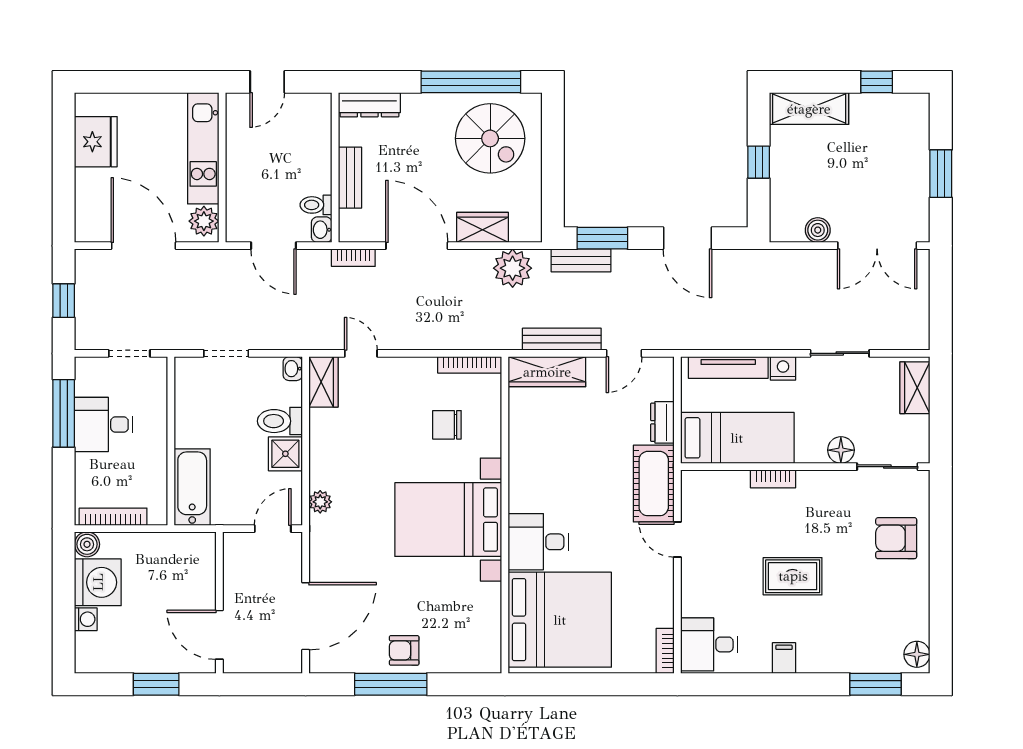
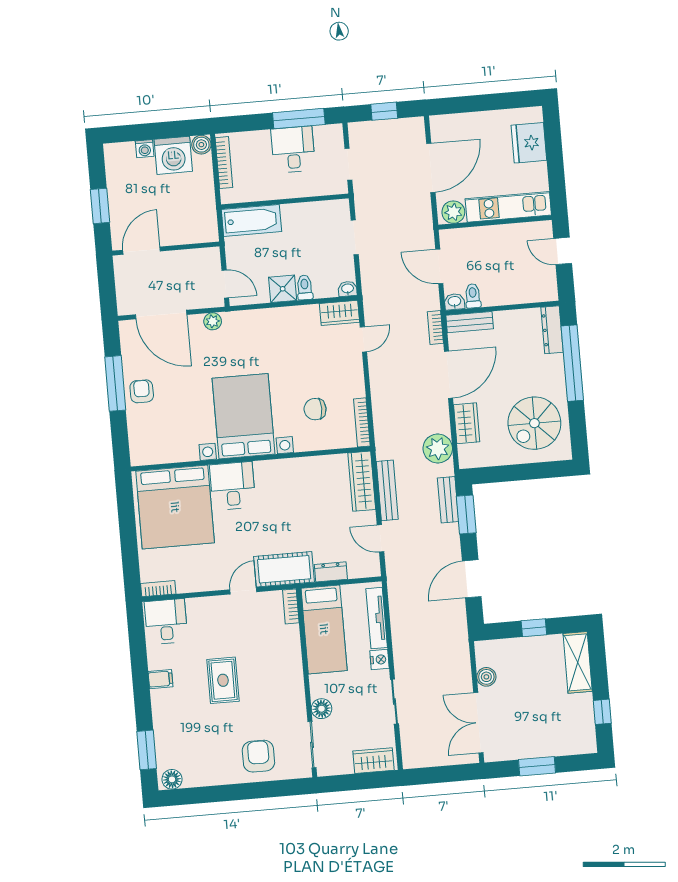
window: (471, 82) -> (572, 363), moved
fridge: (96, 142) -> (529, 143), moved, turned 90
bench: (350, 178) -> (470, 322), moved
door: (274, 246) -> (439, 266), hinge flipped
toilet: (280, 421) -> (305, 287), width x0.73, depth x0.72
chair: (447, 425) -> (315, 409), turned -90
bookcase: (773, 479) -> (291, 606), moved
plant: (320, 502) -> (213, 321), moved

